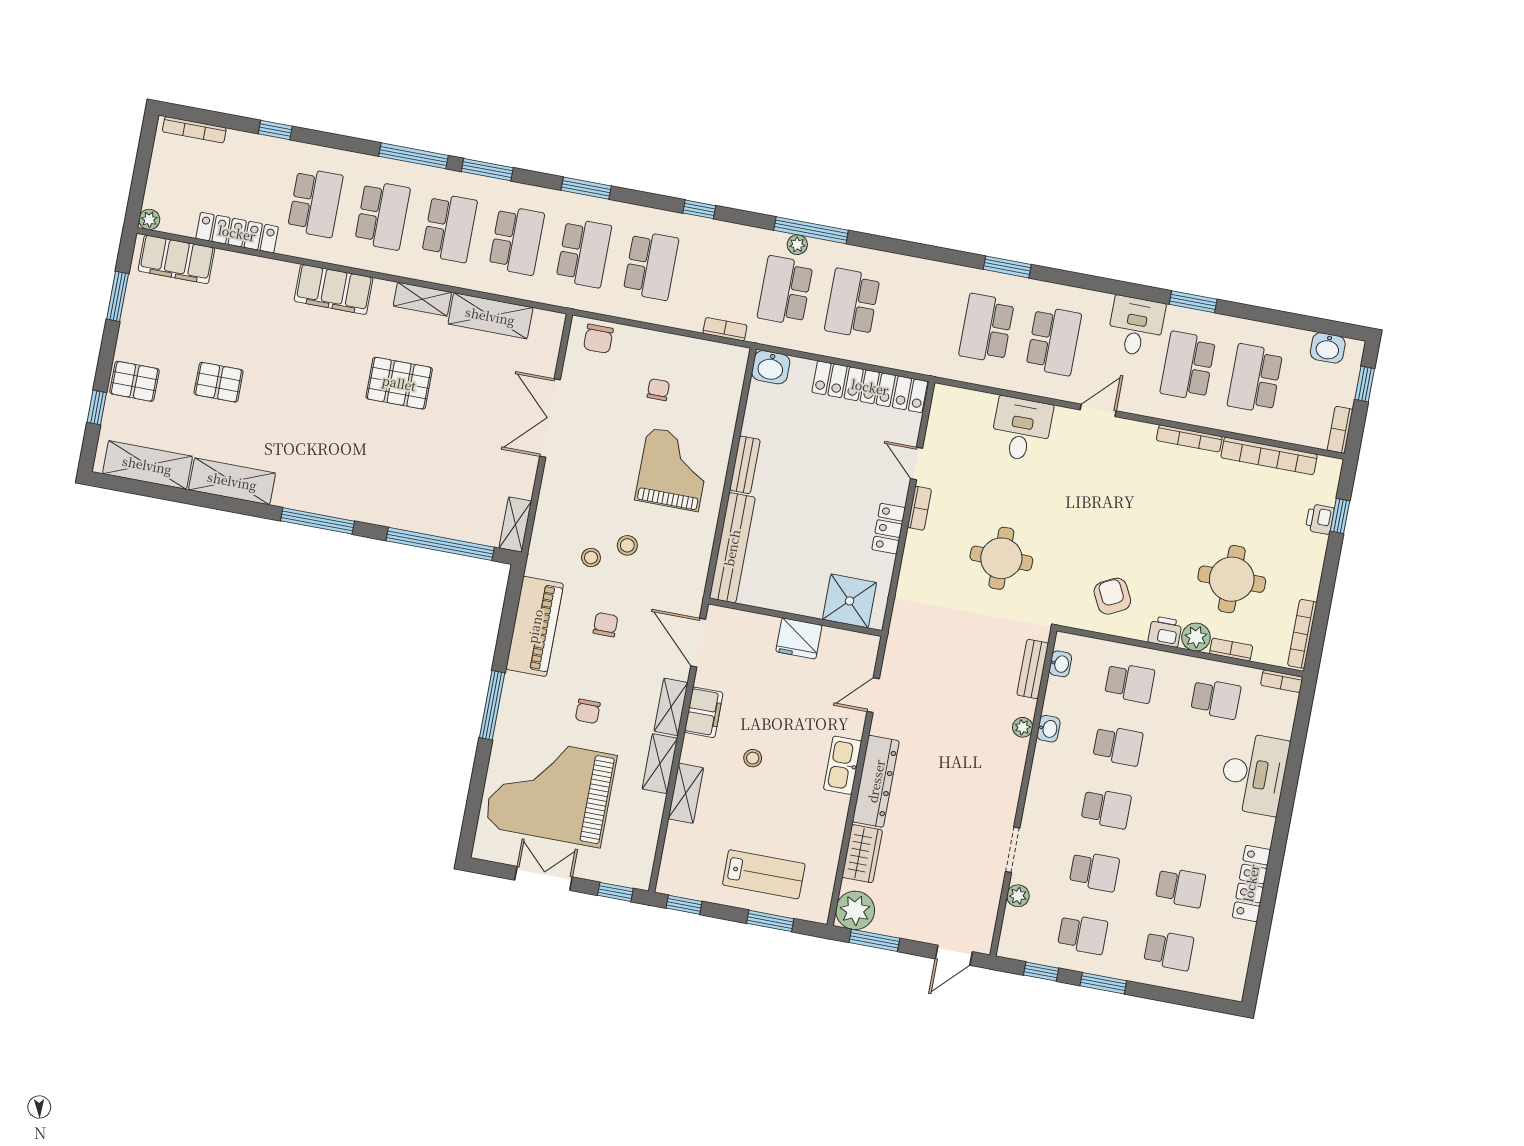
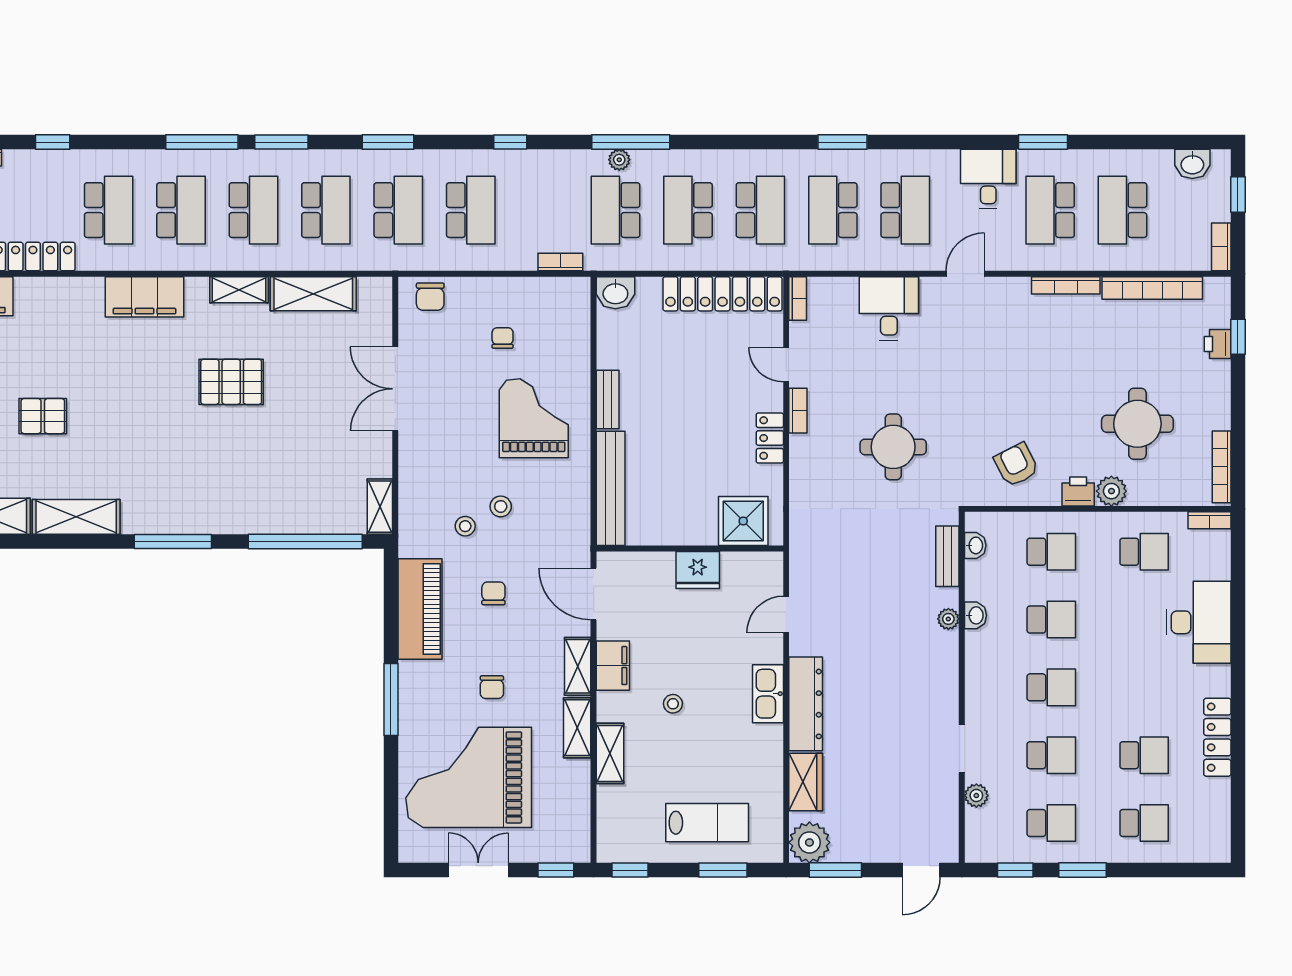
school desk: (919, 316) -> (760, 210), added
bookcase: (1231, 650) -> (798, 298), moved, turned 90

